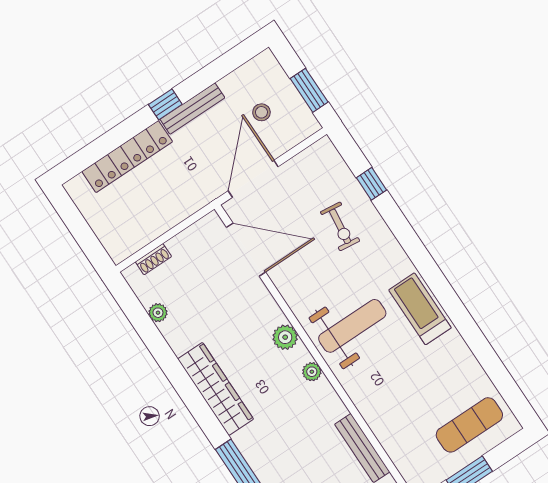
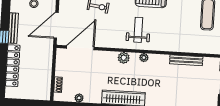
door: (253, 179) -> (56, 25), hinge flipped
weight bench: (352, 326) -> (138, 30), width x0.73, depth x0.75

